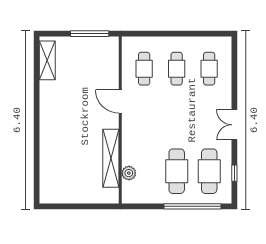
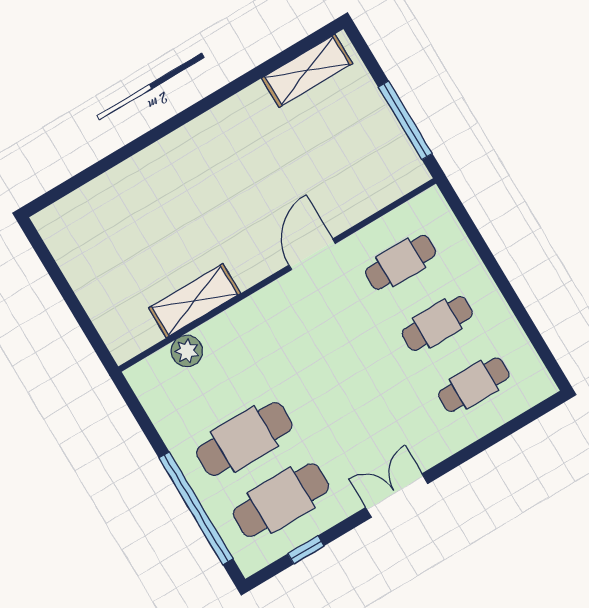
shelving: (111, 158) -> (195, 301), width x0.68

